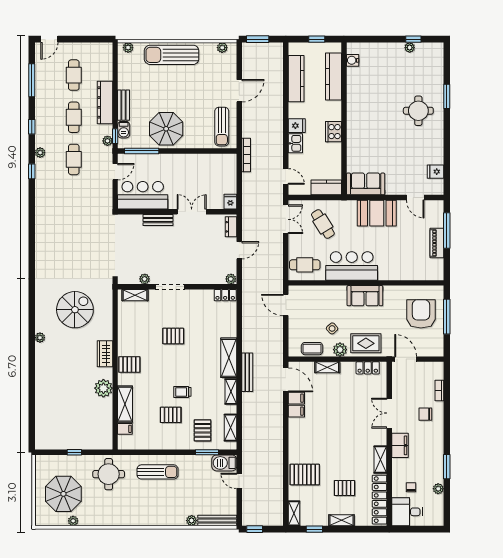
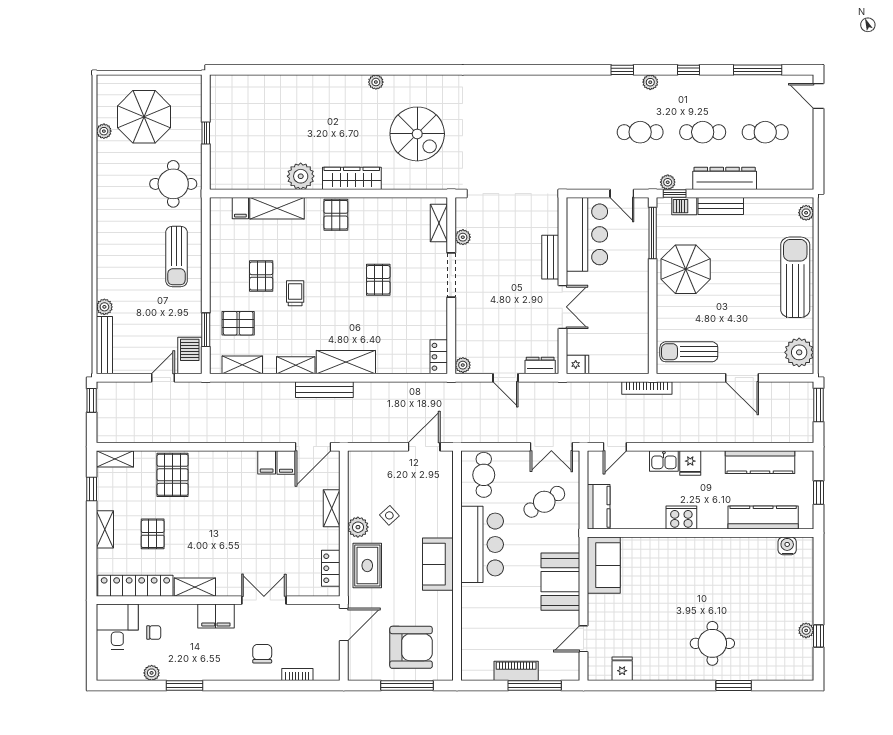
plant: (222, 48) -> (799, 352), width x1.88, depth x1.88
coffee table: (312, 349) -> (359, 486), removed
wardrobe: (105, 354) -> (352, 178), width x1.50

